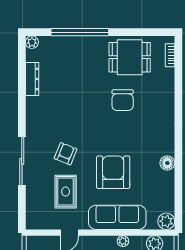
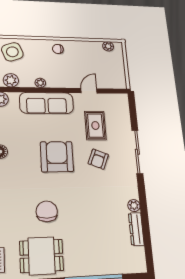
plant: (32, 42) -> (134, 206), moved
armchair: (113, 172) -> (57, 157), moved, turned 180

